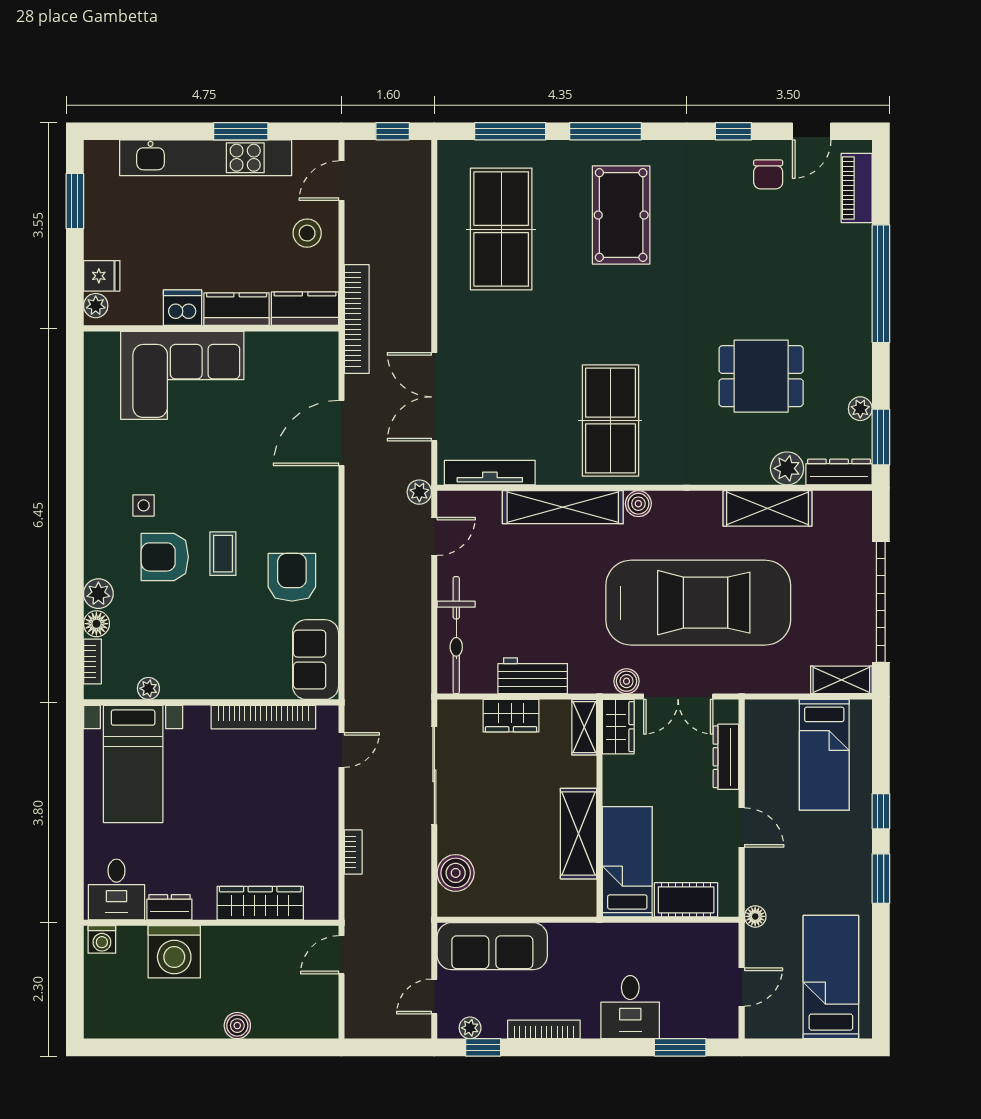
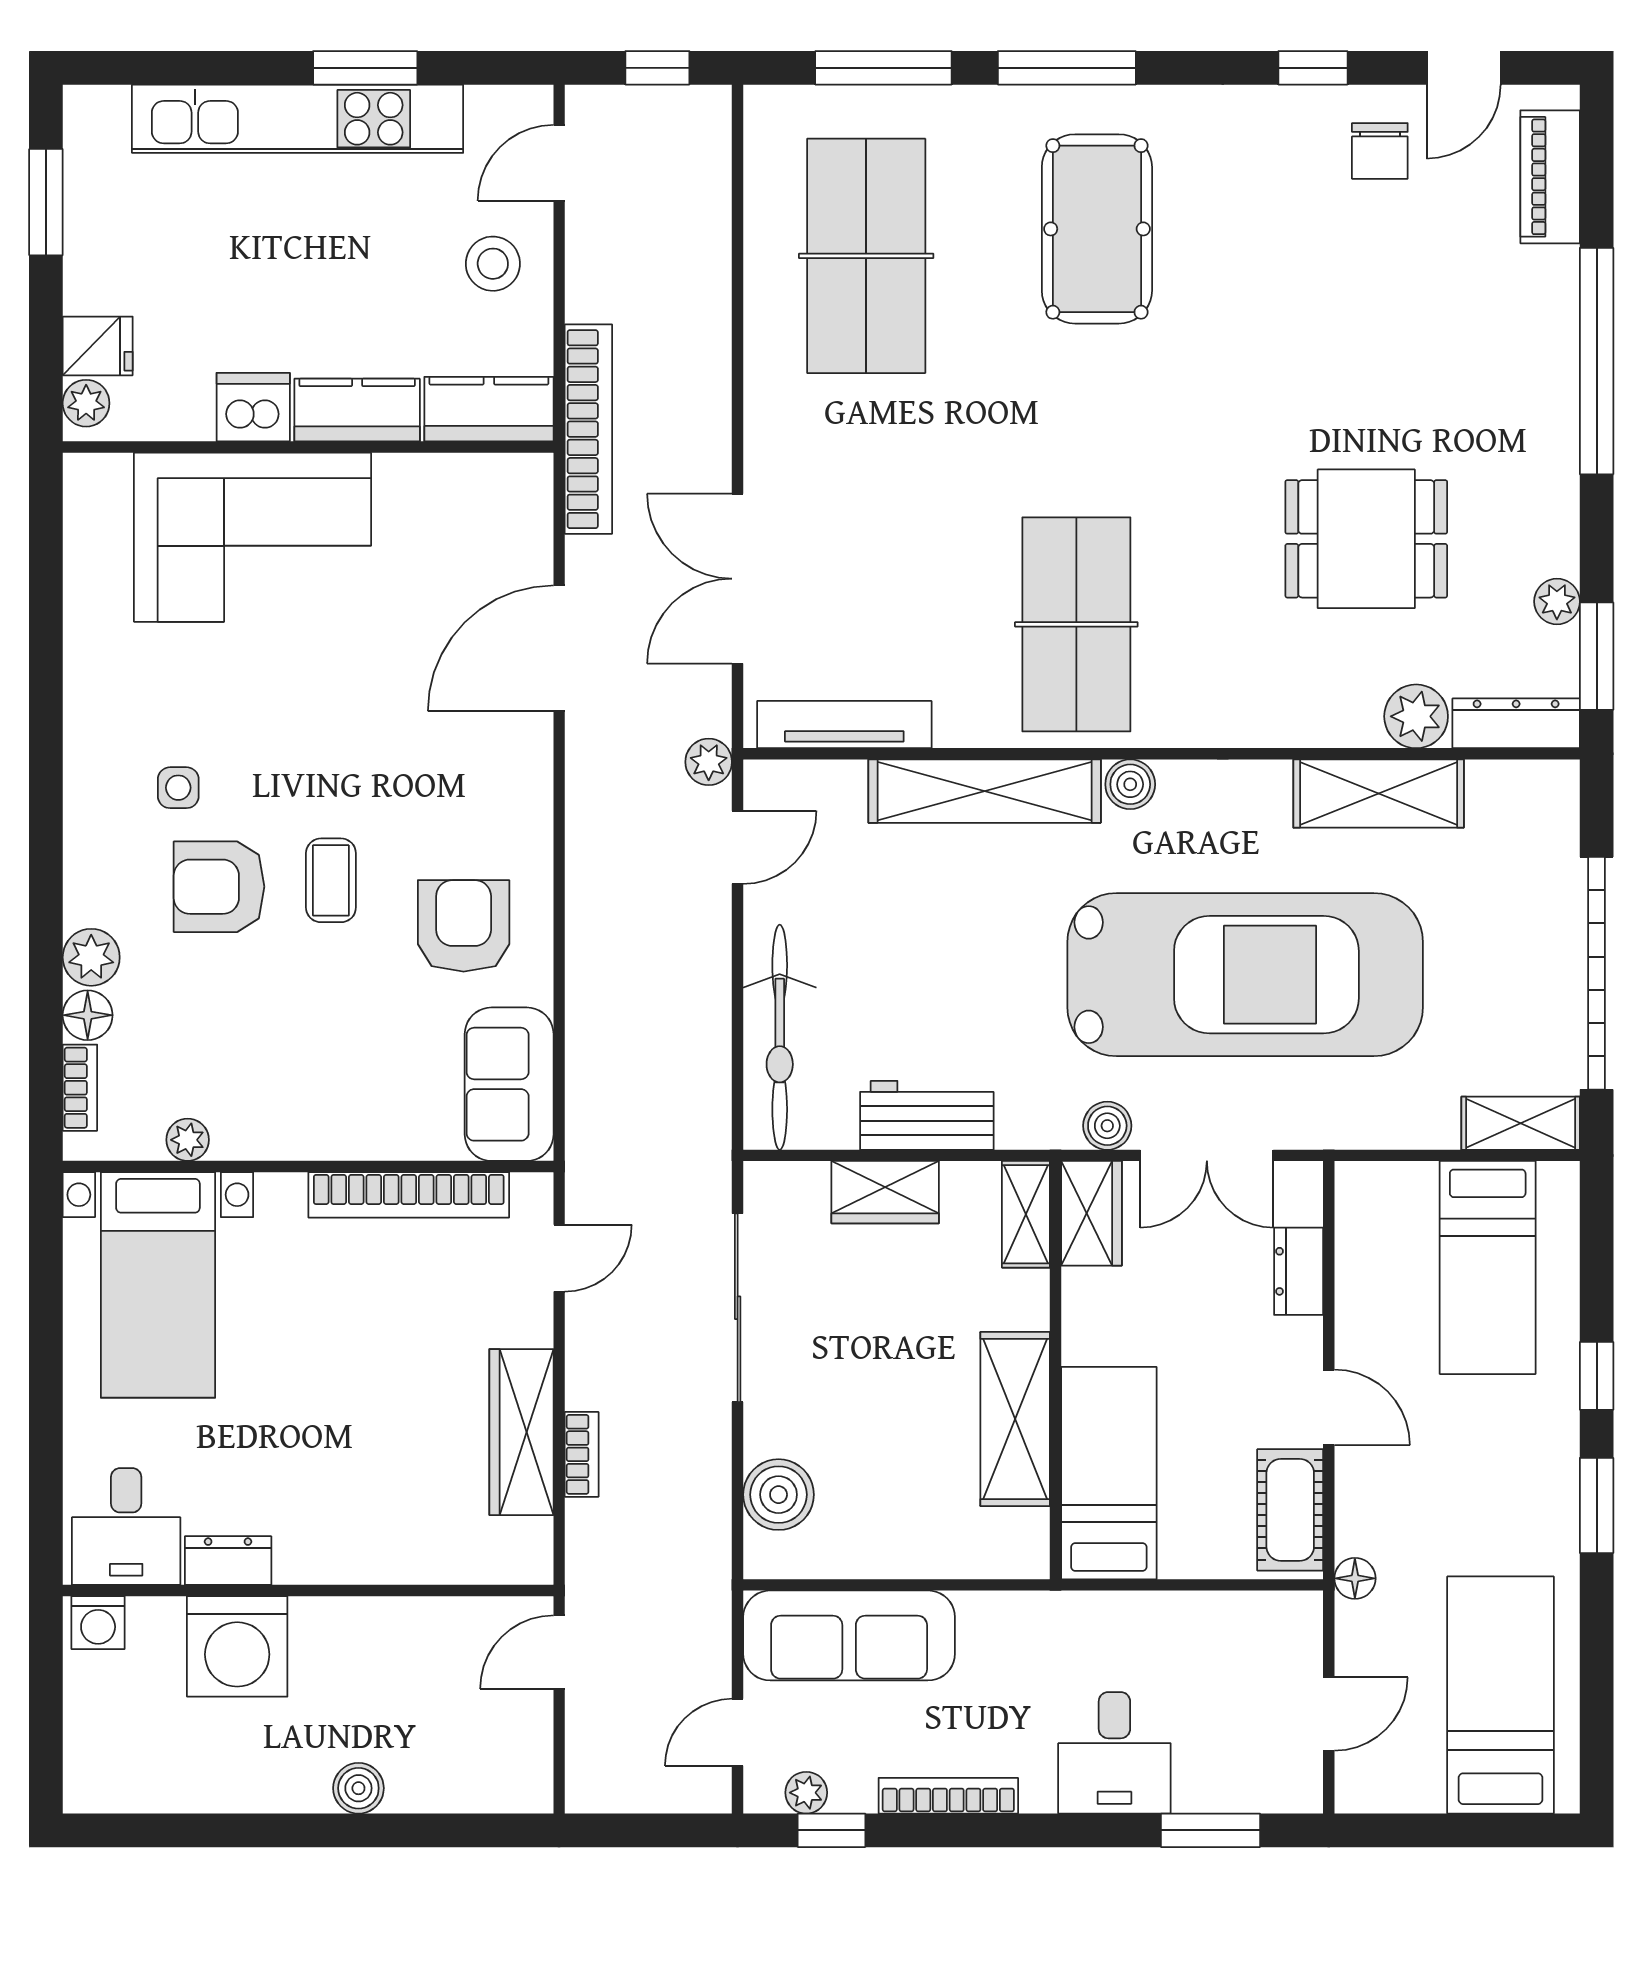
dresser: (726, 757) -> (1299, 1271), width x0.70
cot: (686, 900) -> (1290, 1510), moved, turned 90
wardrobe: (260, 903) -> (521, 1432), moved, turned -90

